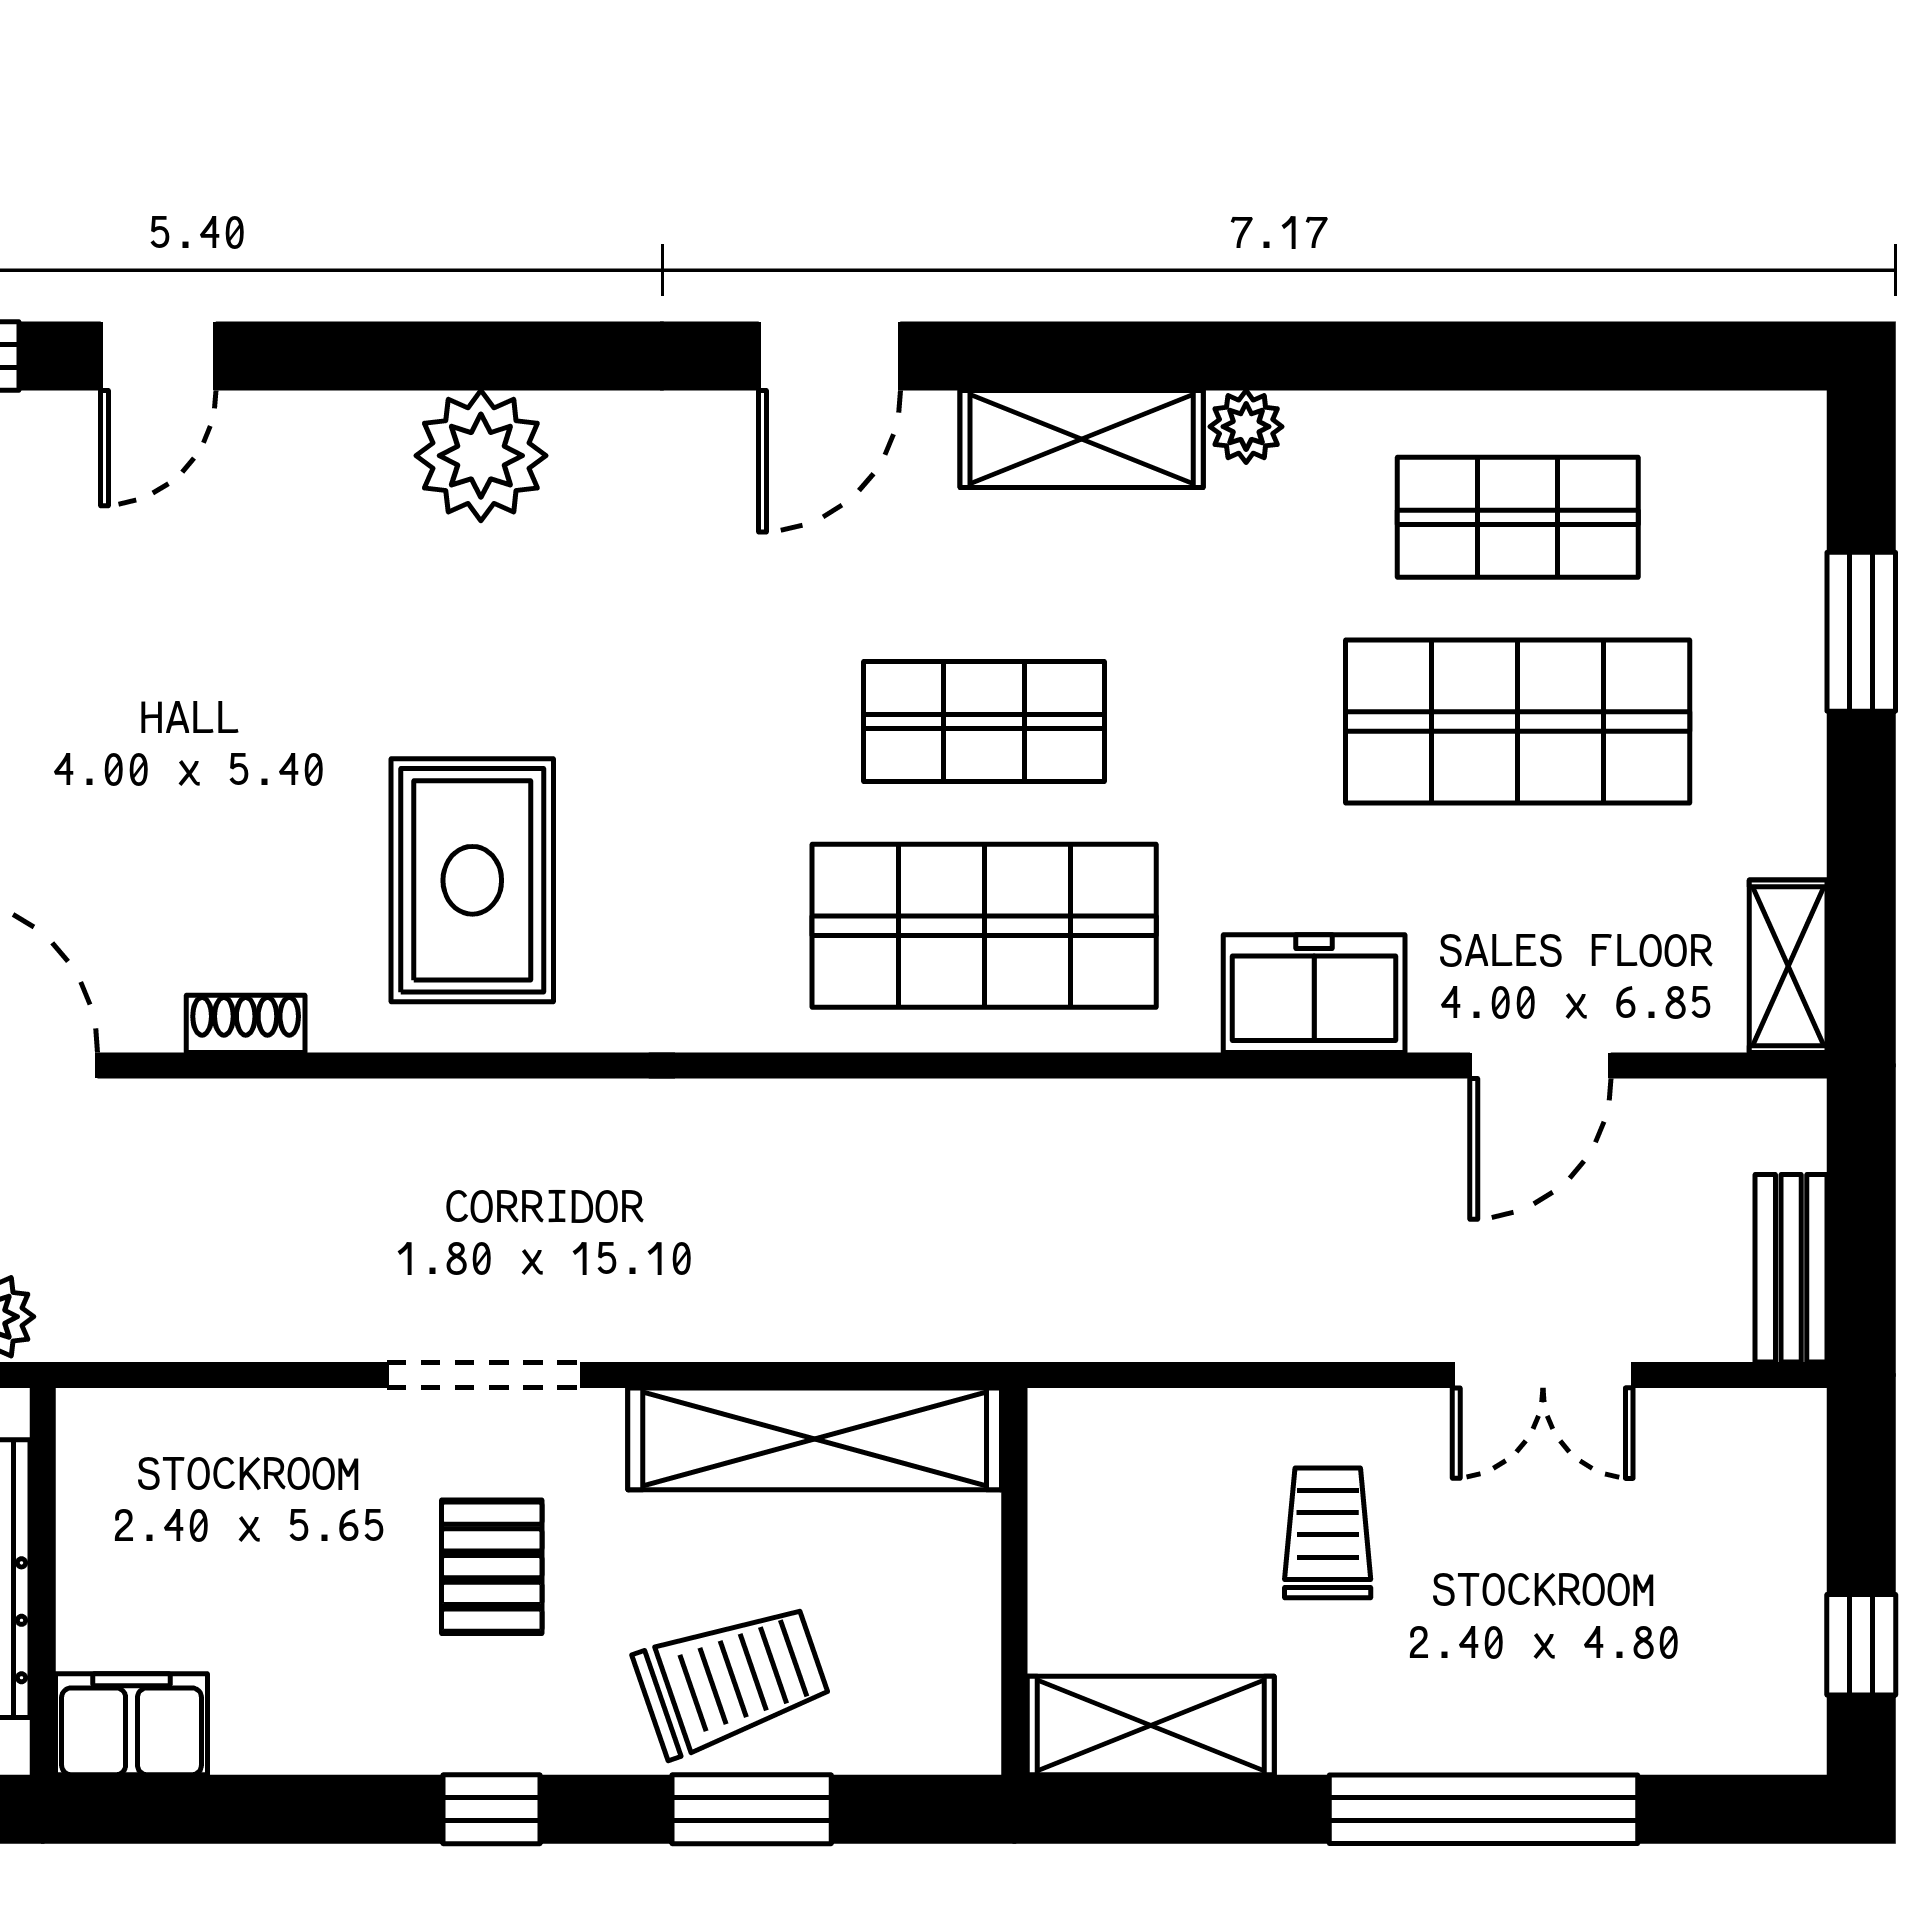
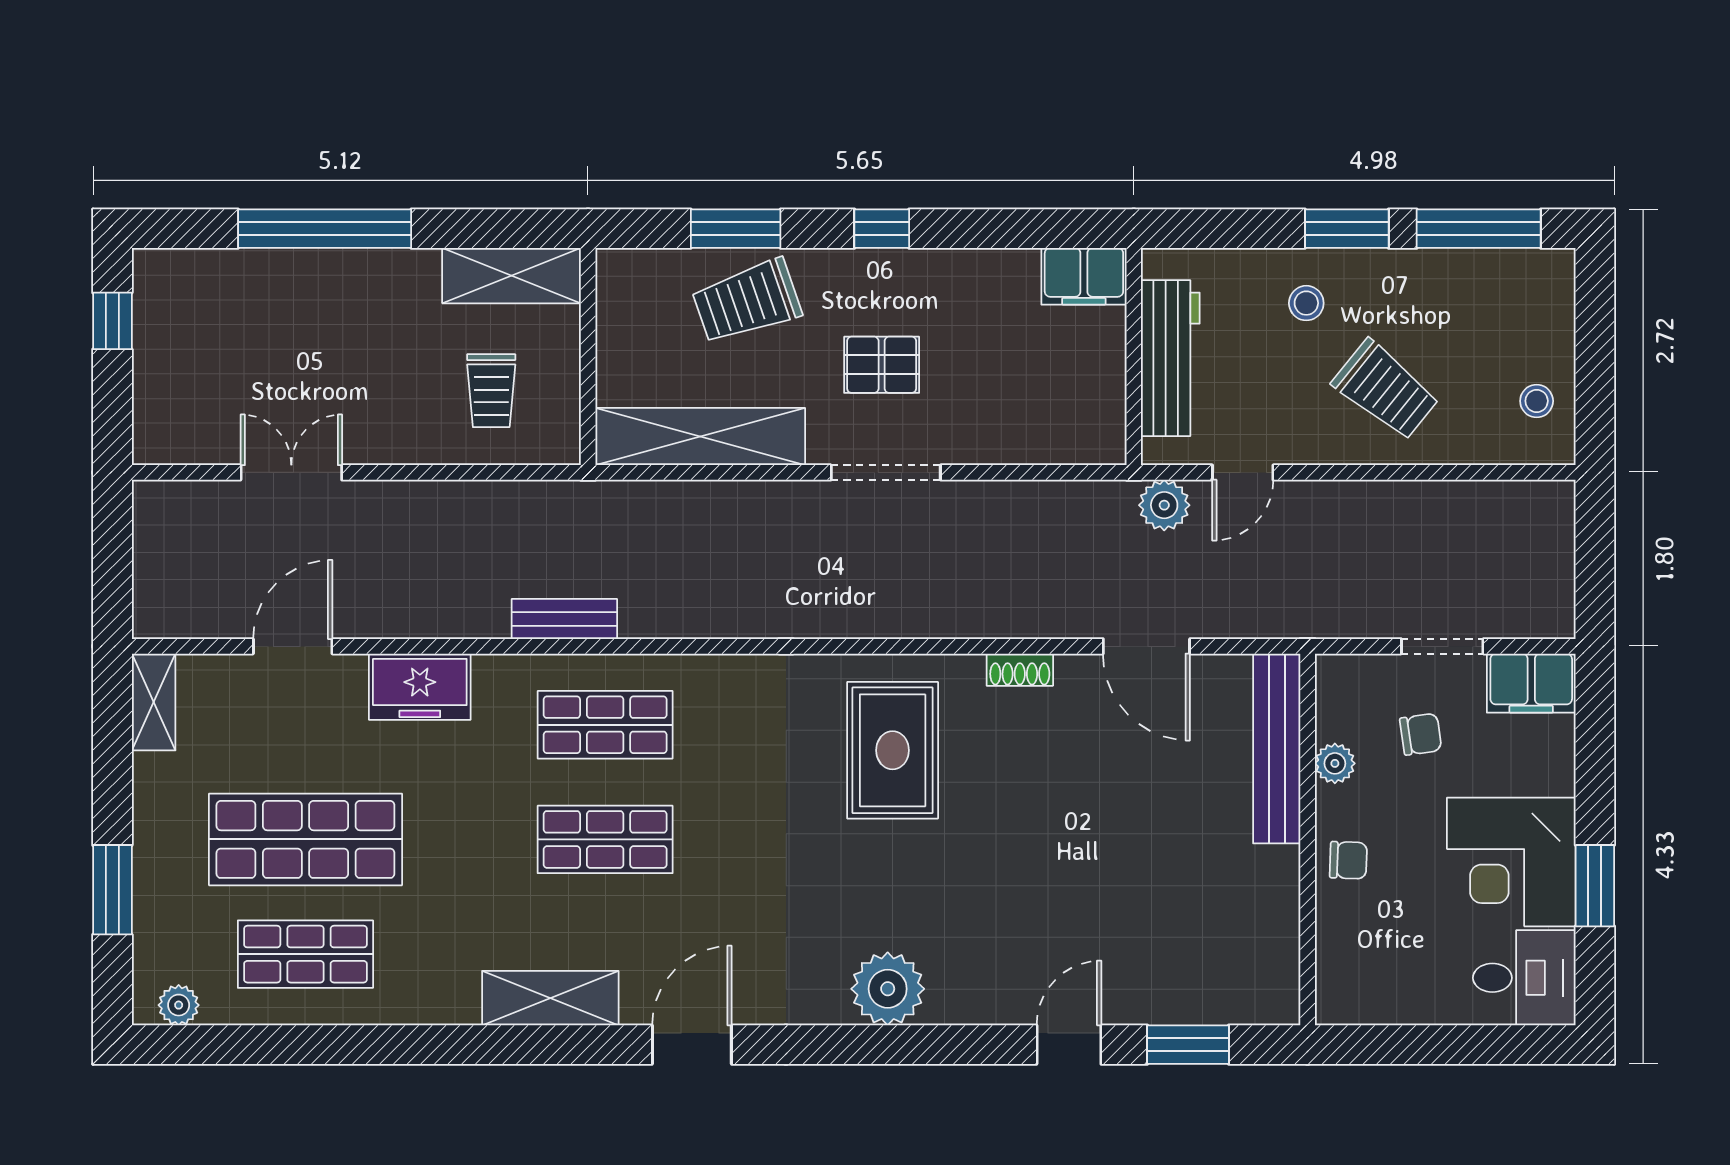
plant: (1246, 427) -> (179, 1005), moved
shop shelf: (984, 926) -> (605, 725), width x0.70, depth x0.74
bench: (1791, 1268) -> (564, 619), moved, turned 90
trolley: (1328, 1533) -> (491, 391), moved
pallet: (492, 1567) -> (882, 365), turned 90

